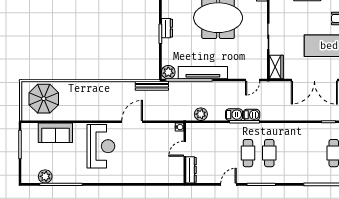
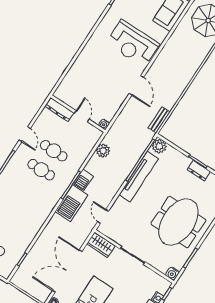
bench: (152, 86) -> (159, 120), width x0.73
barbecue: (251, 115) -> (71, 203), width x1.88, depth x1.53
cafe table: (269, 153) -> (54, 151), moved

